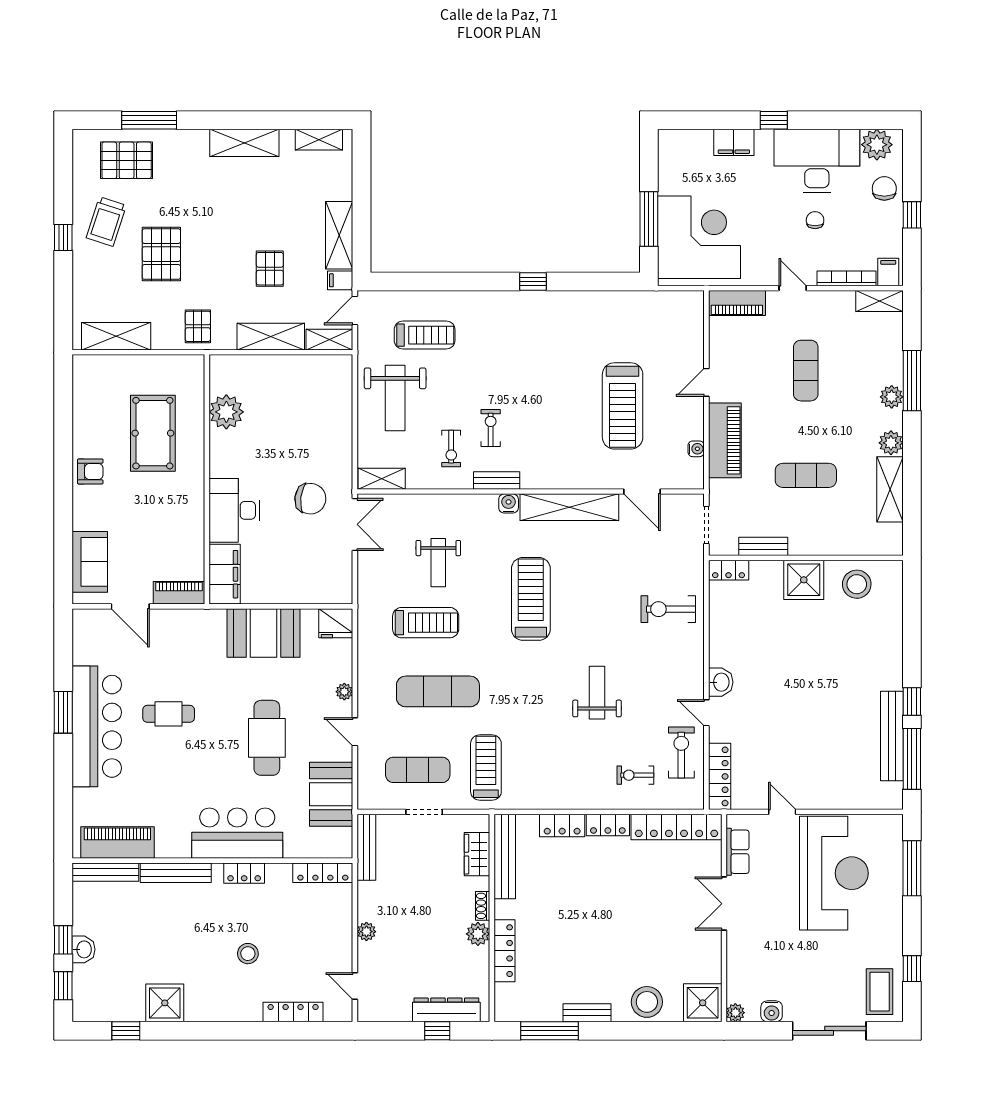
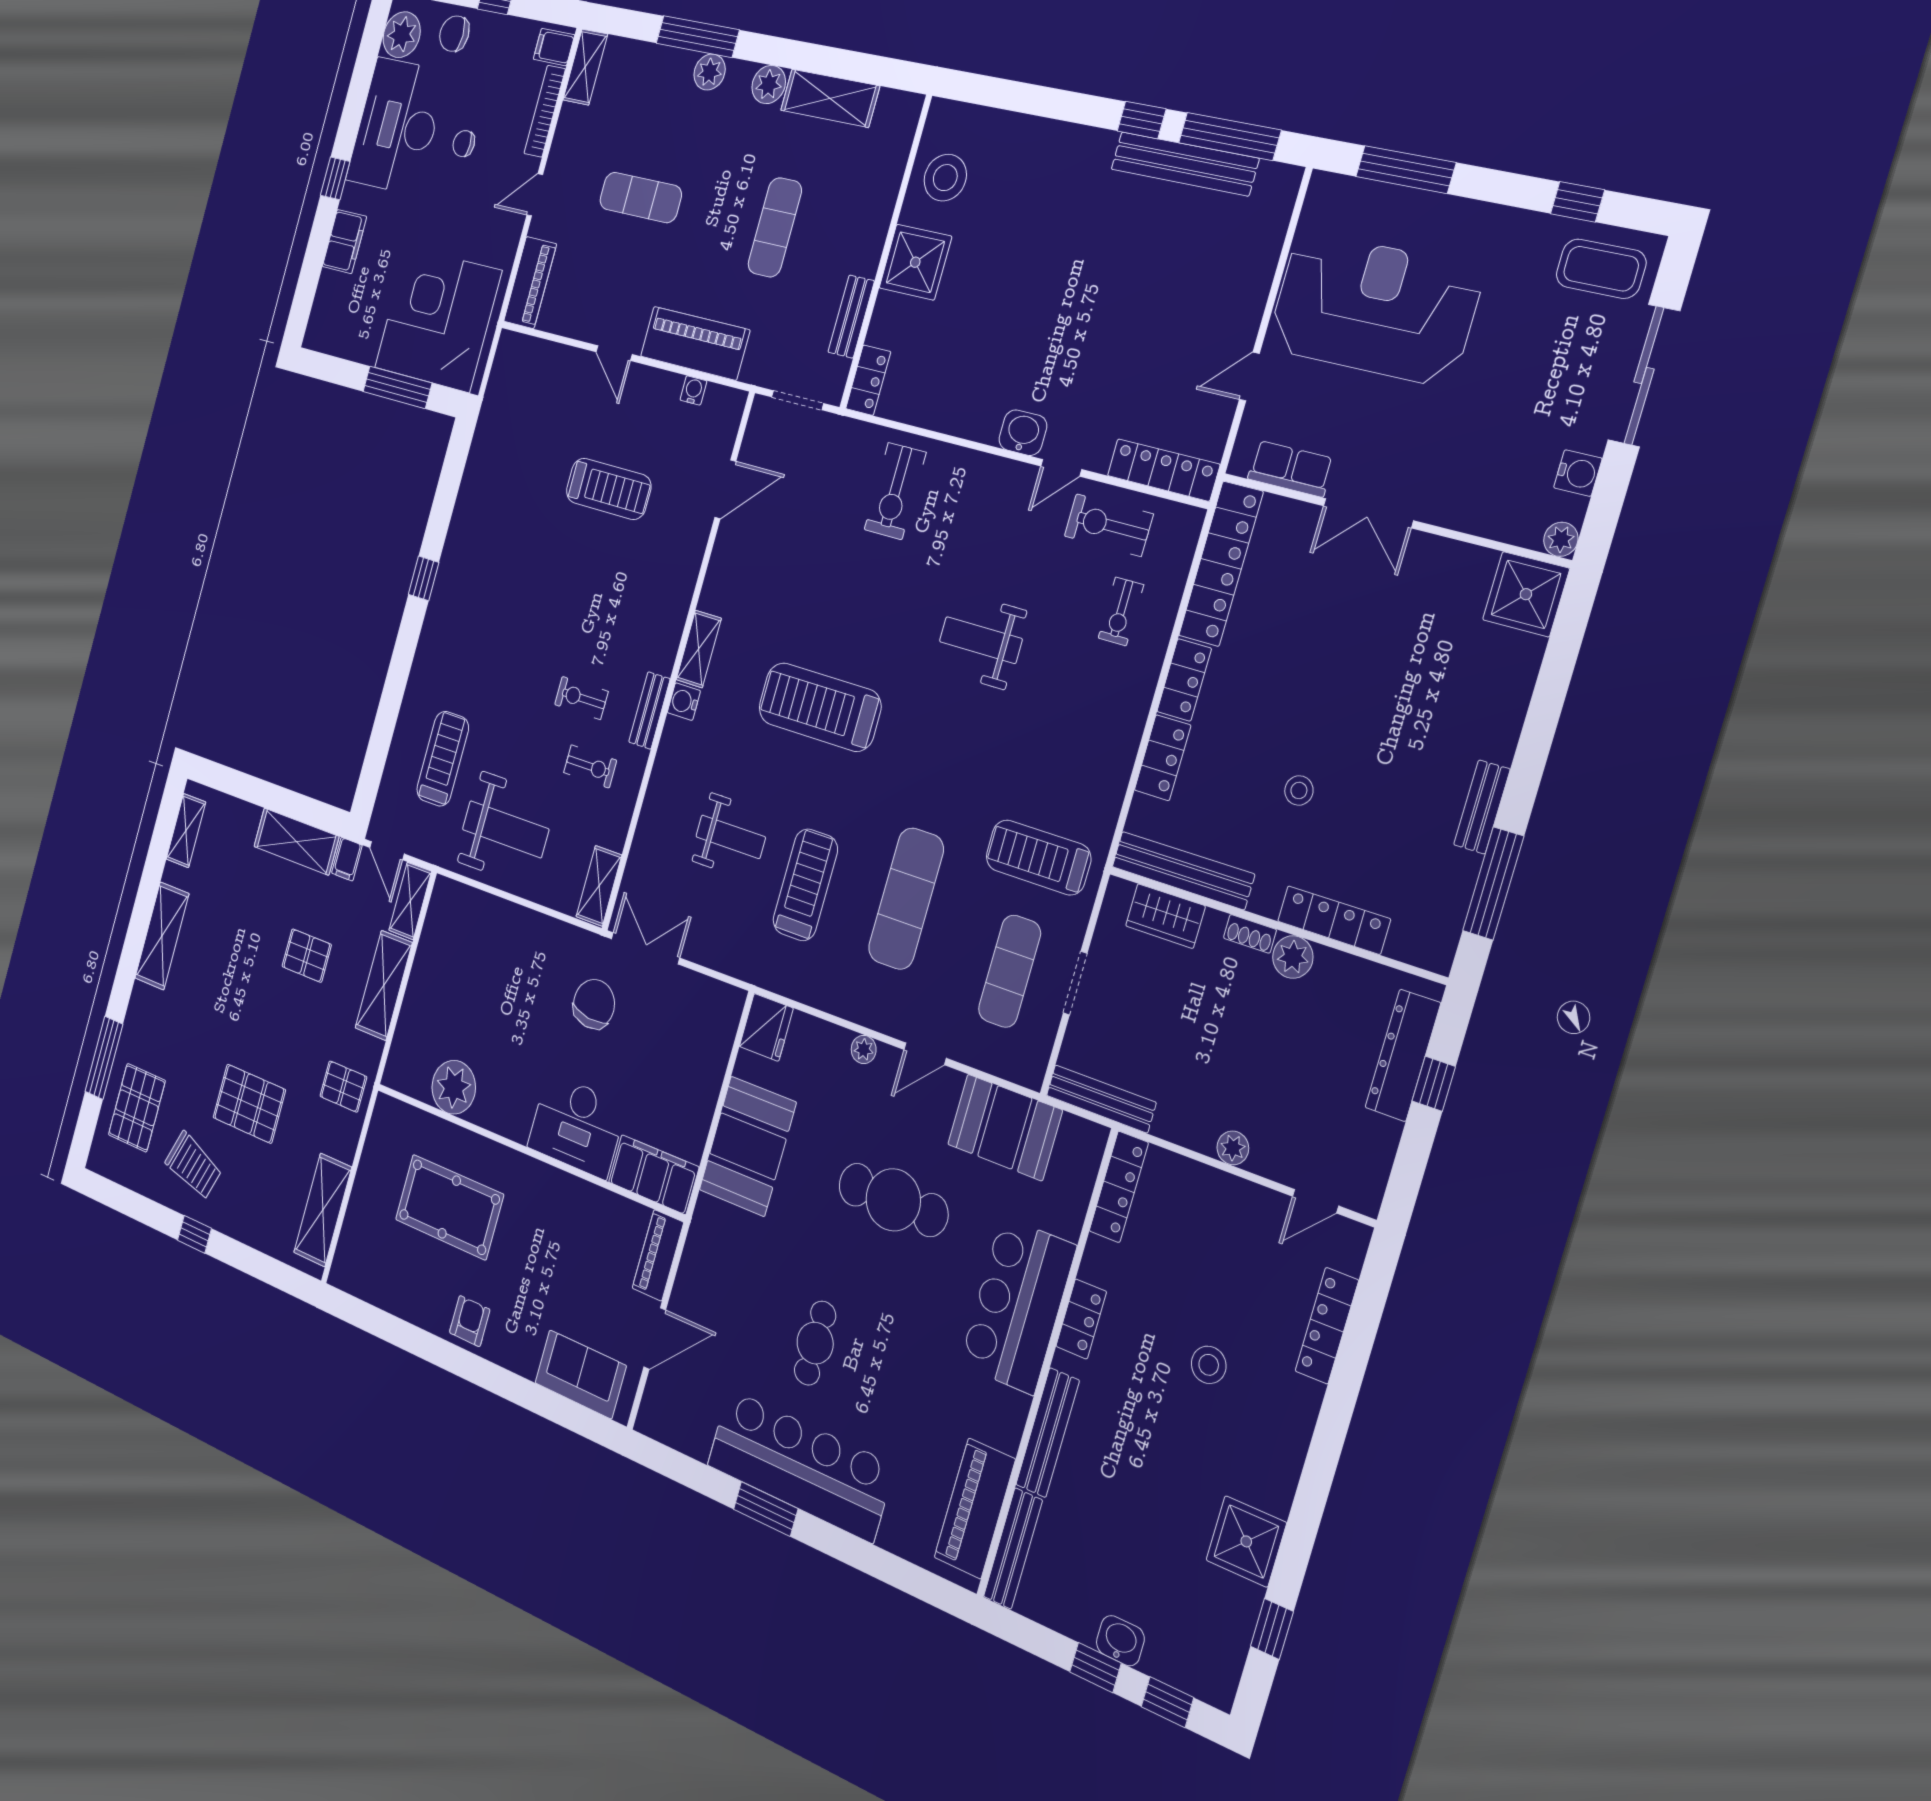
treadmill: (623, 406) -> (609, 489), width x0.73, depth x0.73
shelving: (569, 507) -> (699, 649), width x0.45, depth x0.75
stool: (647, 1002) -> (1299, 790), moved, width x0.53, depth x0.53

